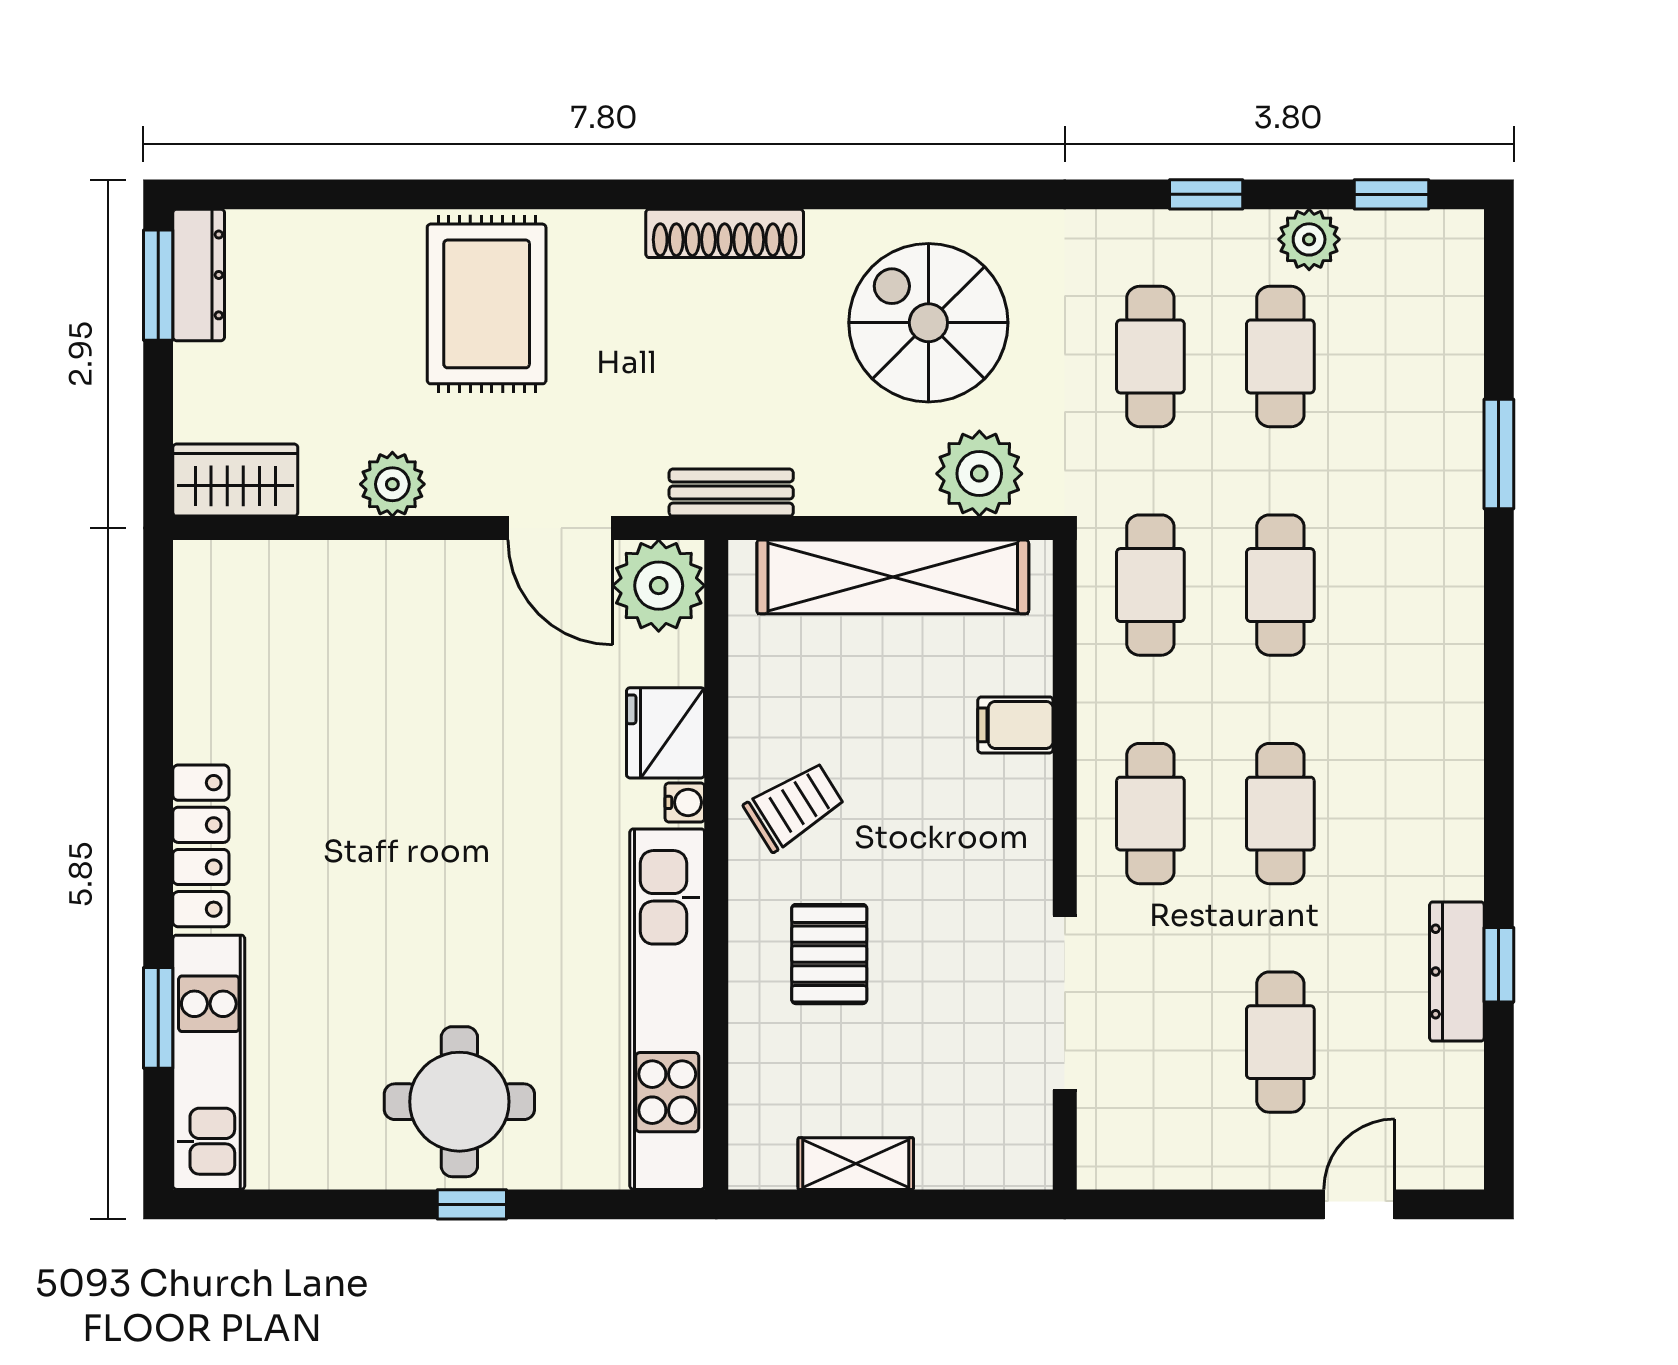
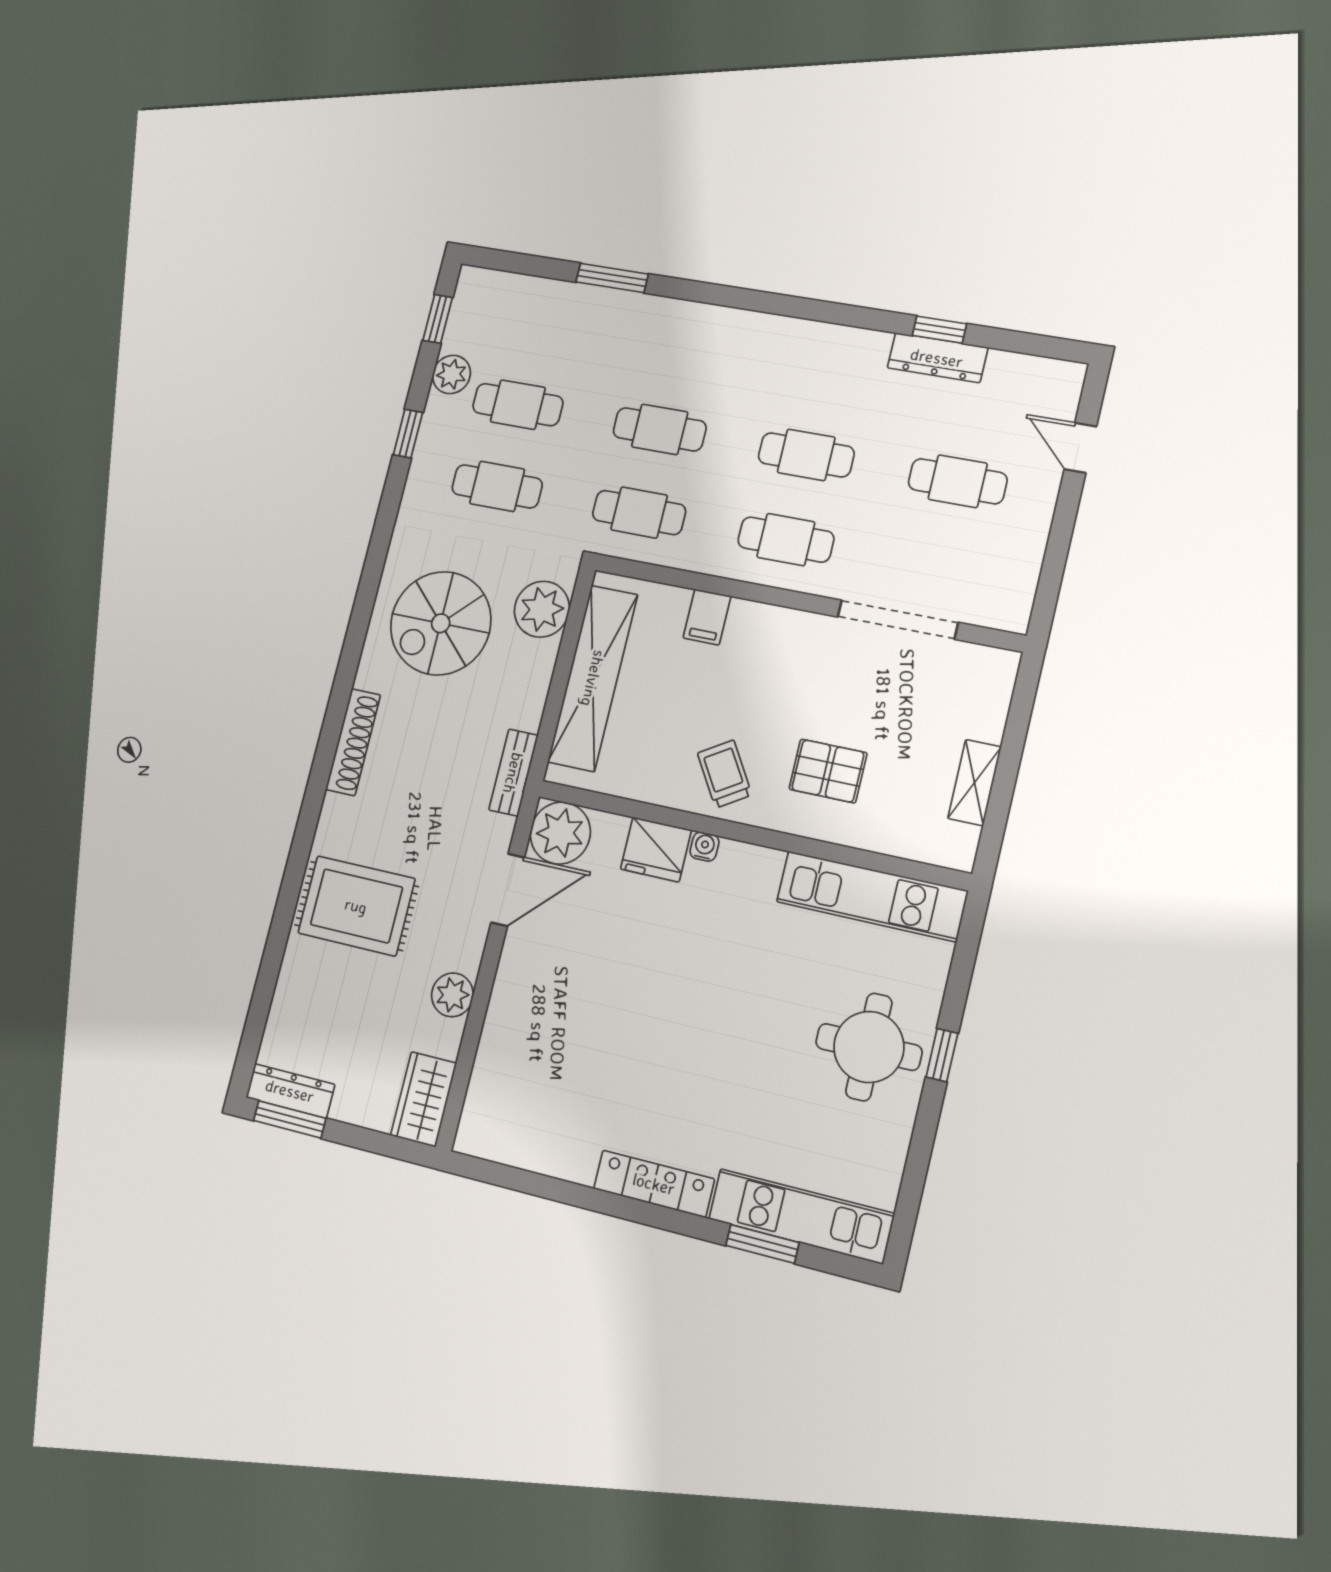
kitchen unit: (667, 1009) -> (872, 896), width x0.73

